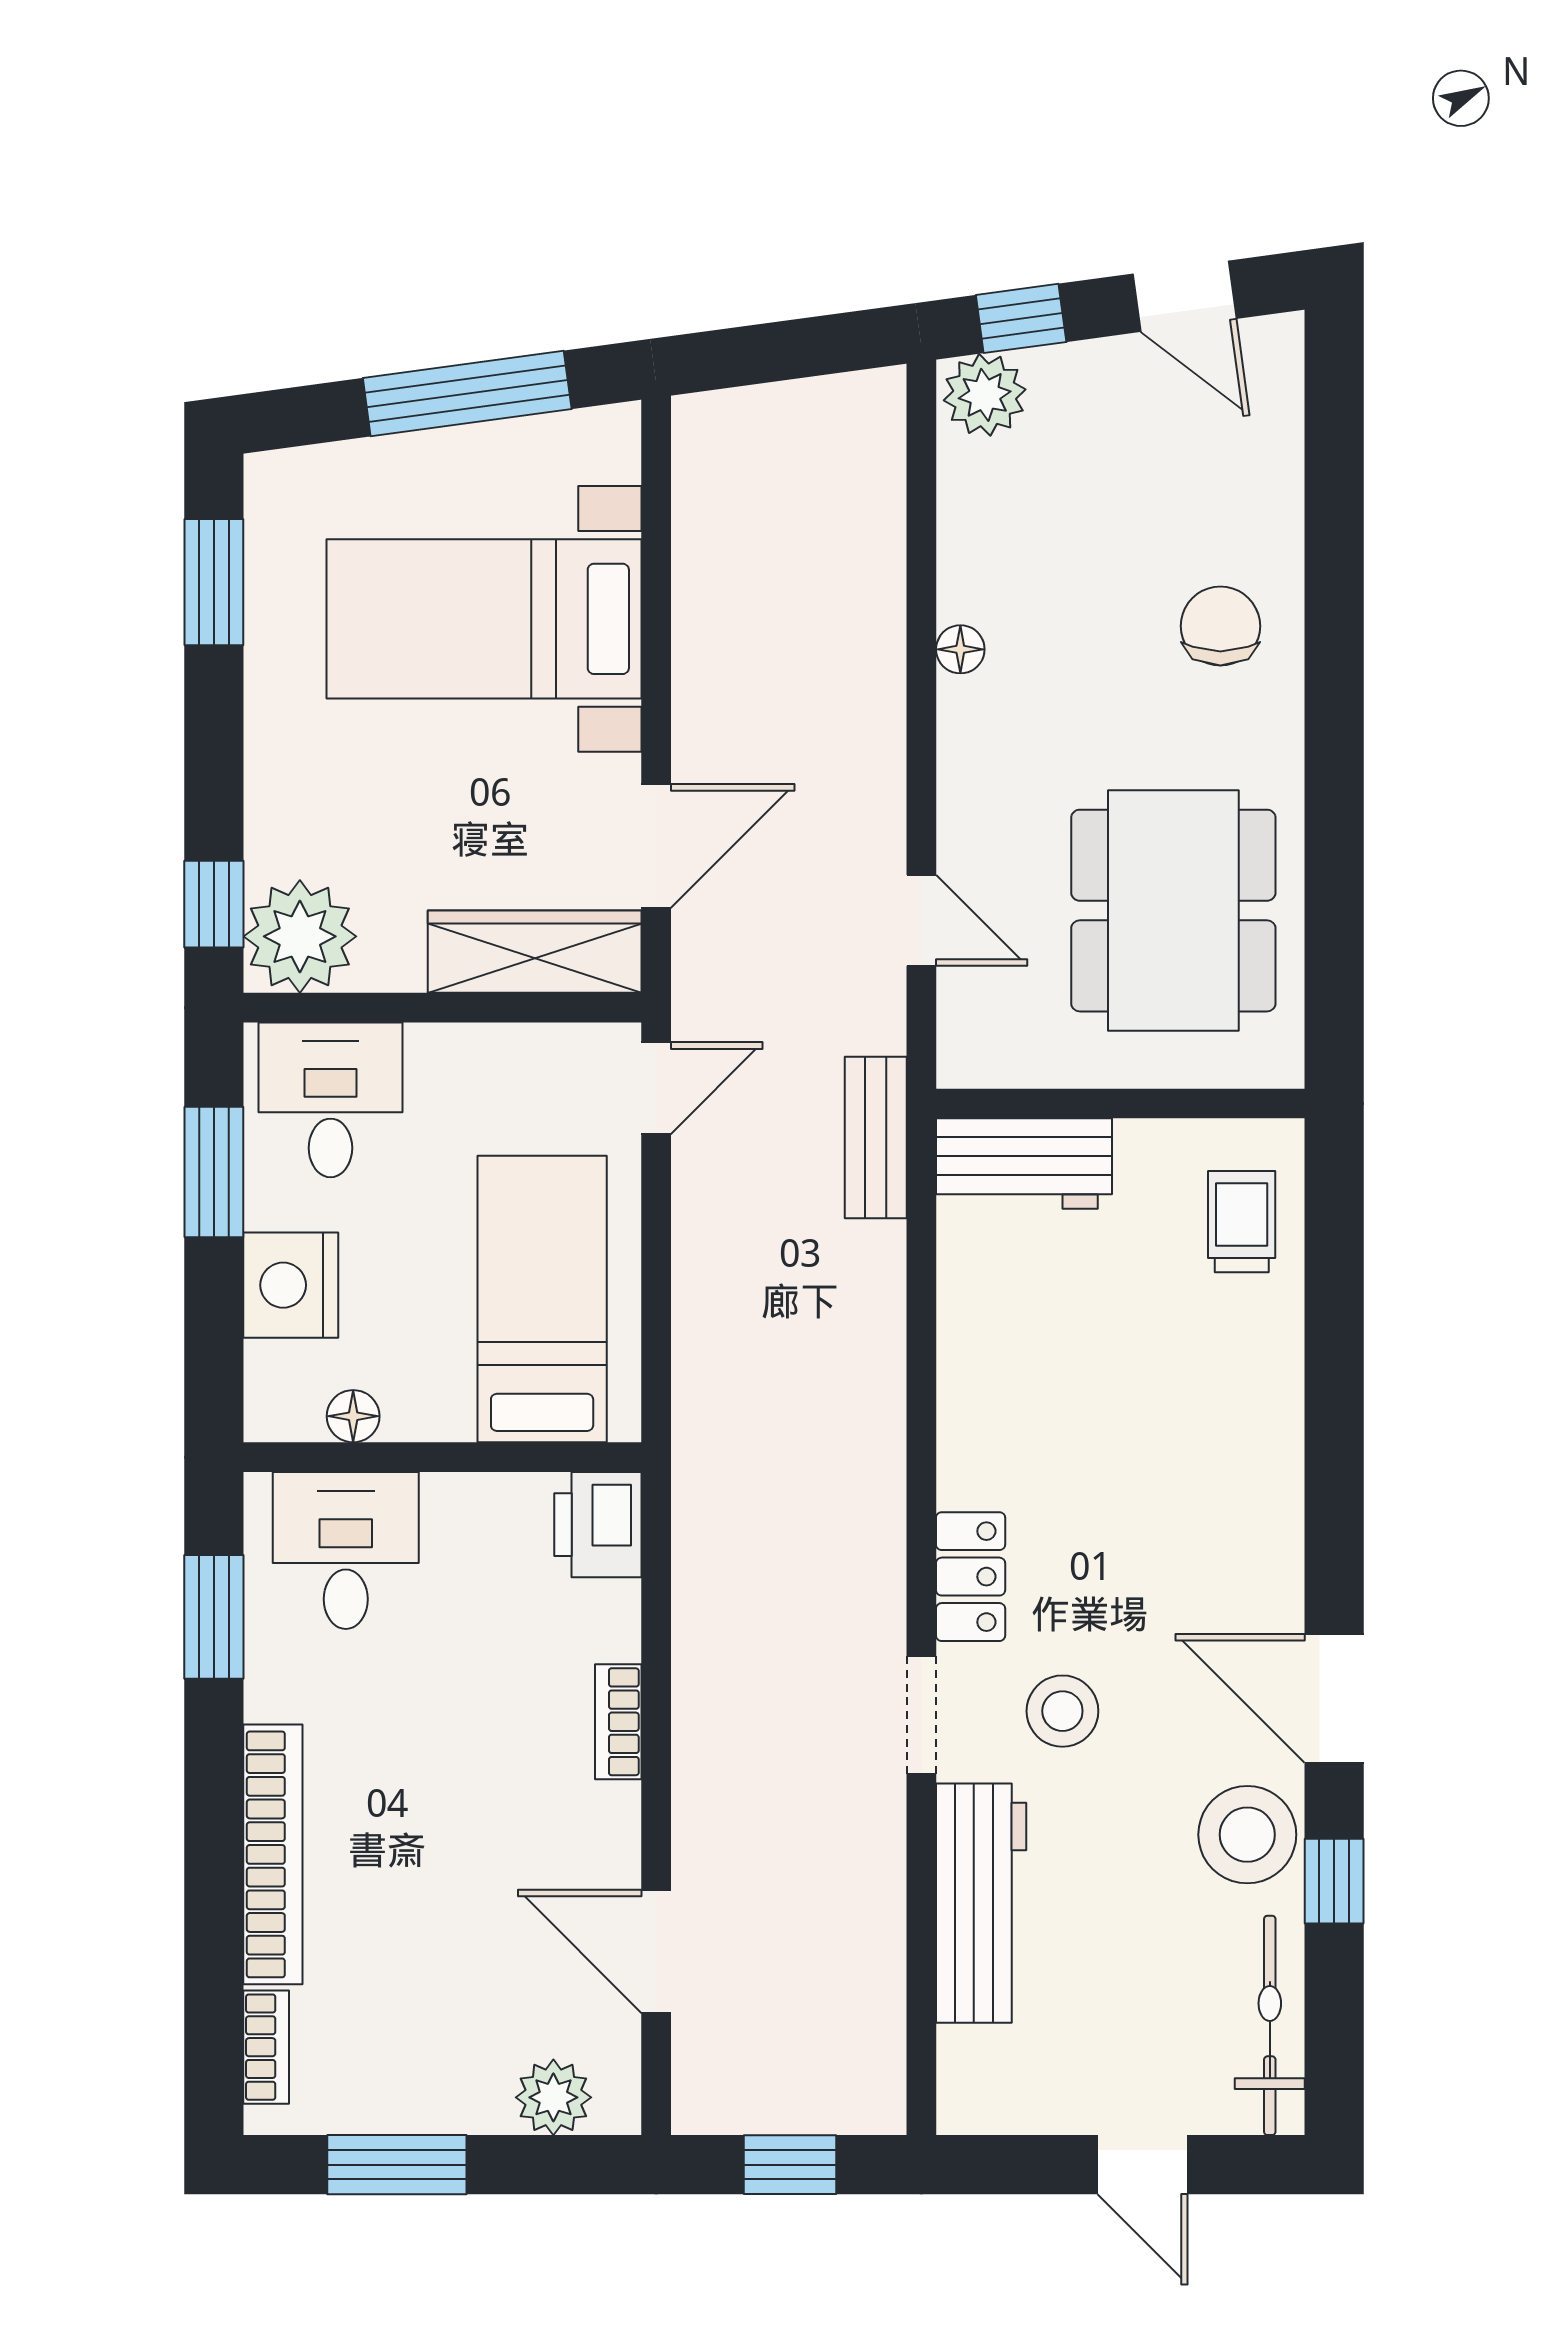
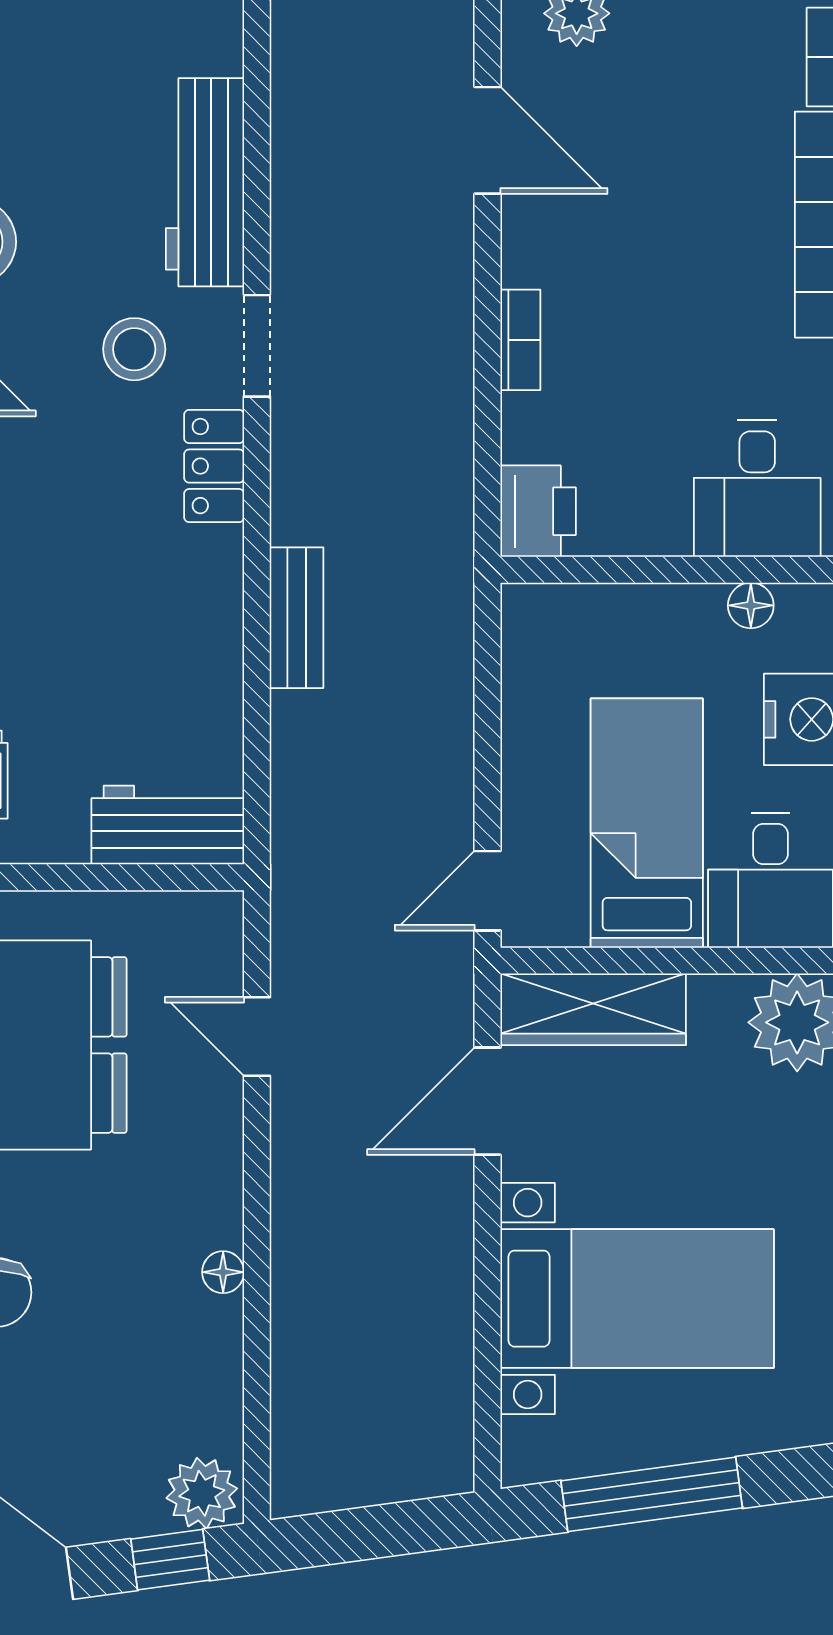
bench: (876, 1137) -> (297, 618), moved
bed: (542, 1299) -> (647, 823), moved, turned 180

